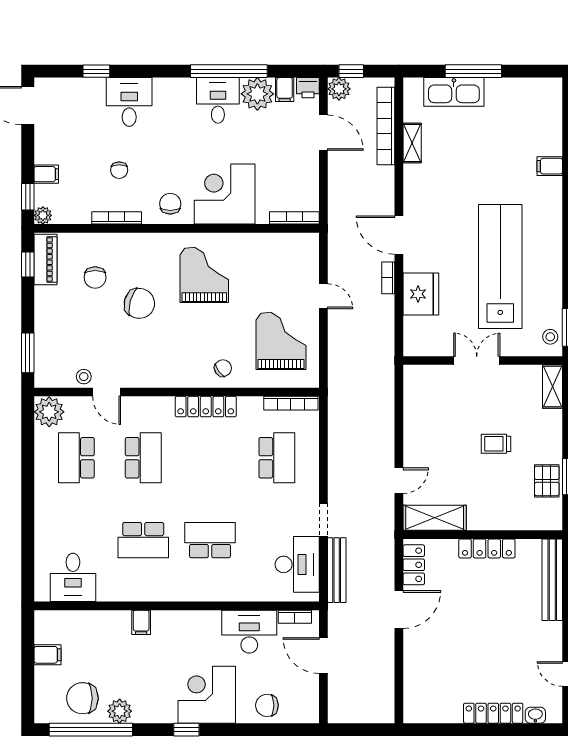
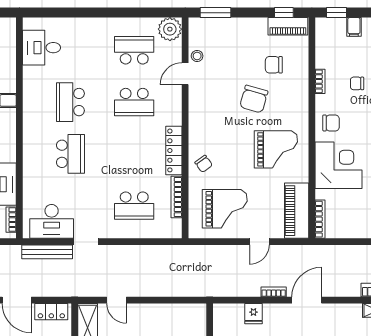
plant: (43, 215) -> (322, 24), removed
bookcase: (117, 218) -> (320, 81), width x0.64
piano: (283, 248) -> (297, 211), added
fridge: (421, 294) -> (253, 314), width x0.53, depth x0.75
bookcase: (291, 403) -> (177, 197), moved

